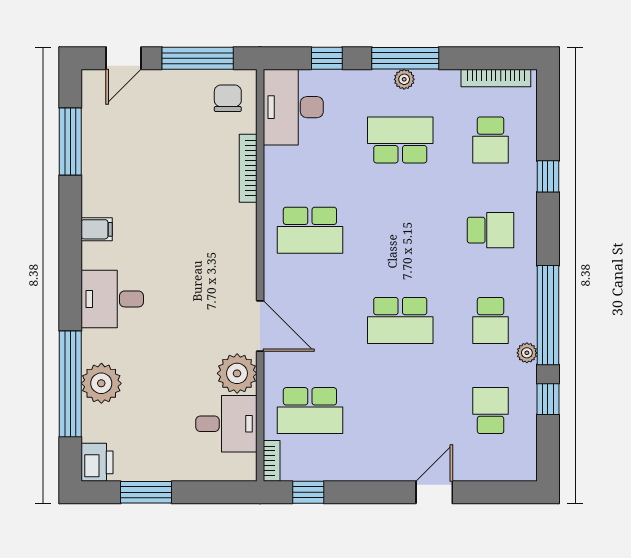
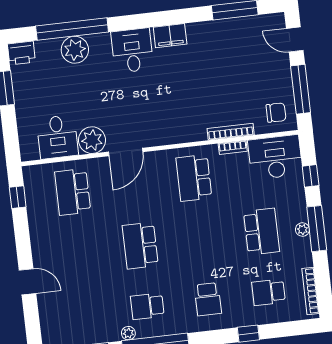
filing cabinet: (97, 229) -> (170, 36), width x2.00
school desk: (491, 411) -> (87, 313), removed
bookcase: (272, 461) -> (233, 147), moved

